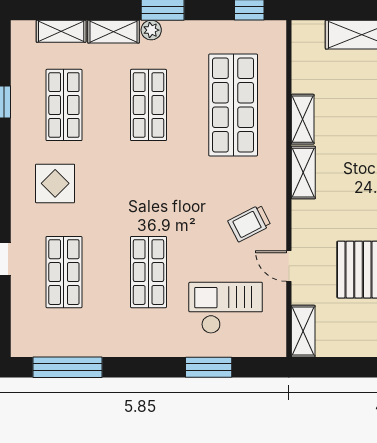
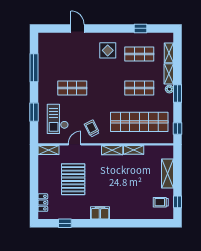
shop shelf: (233, 105) -> (139, 122), width x1.40
shop shelf: (64, 272) -> (72, 54), removed
checkout: (226, 308) -> (58, 119), turned 180
window: (67, 367) -> (34, 68), moved

